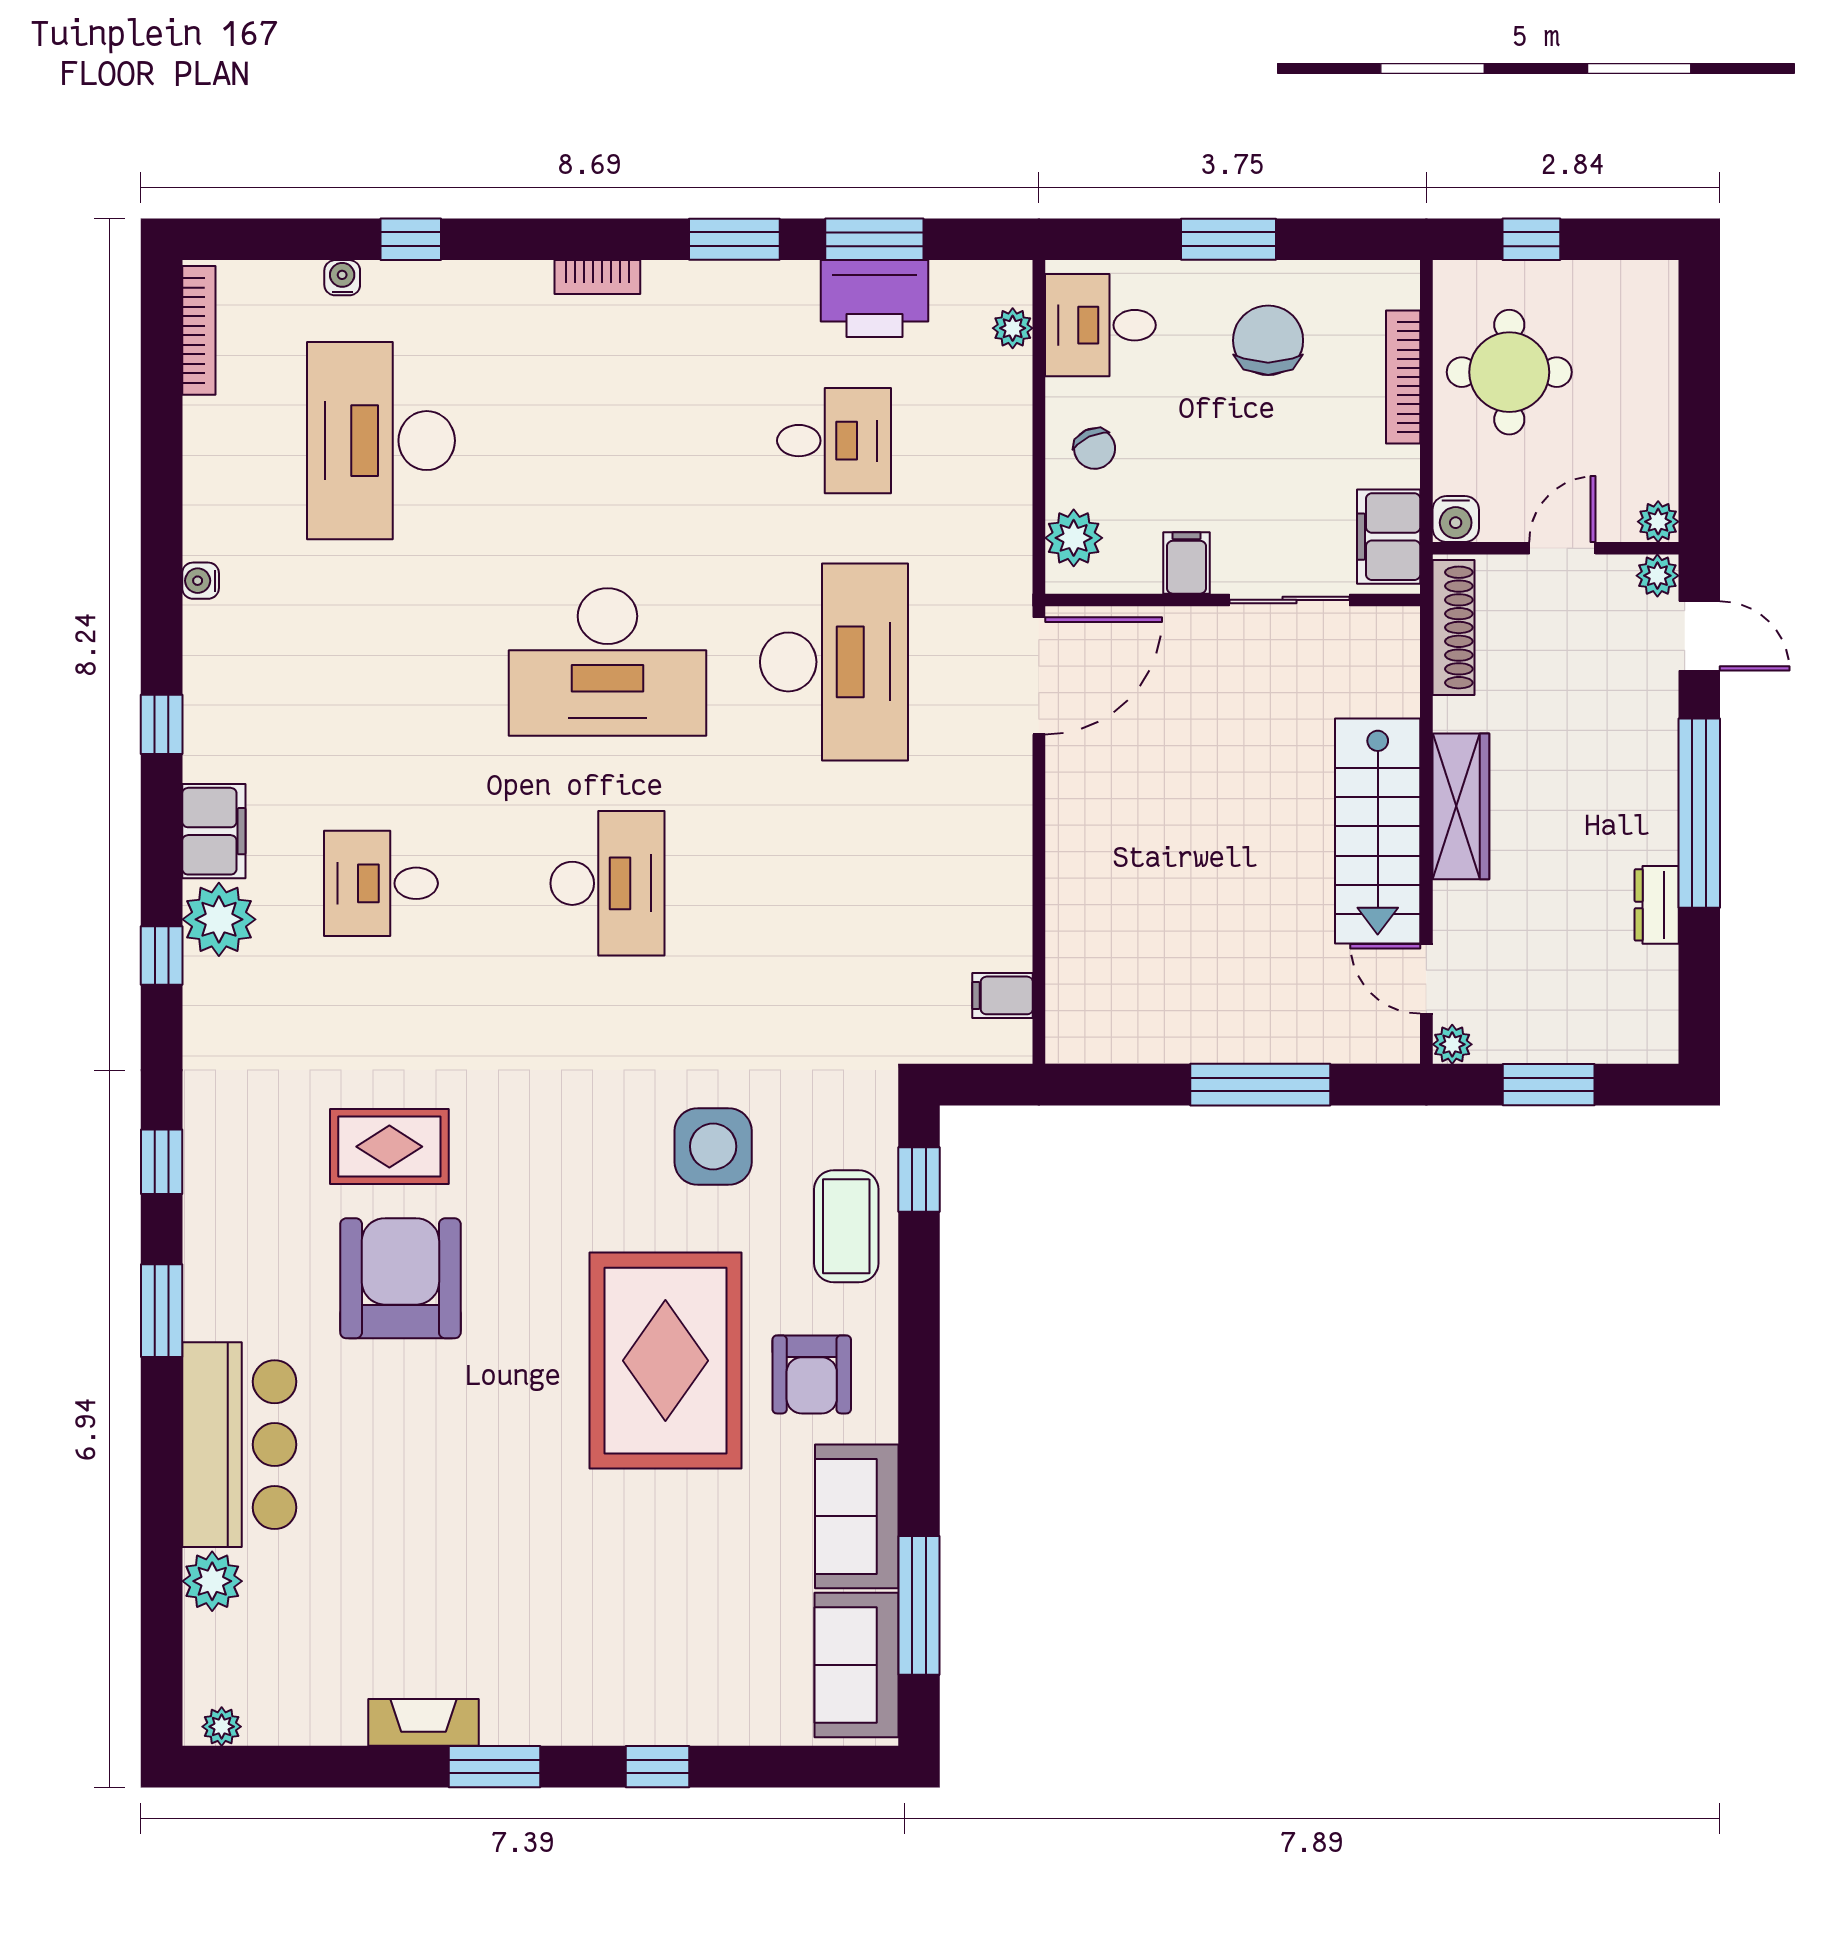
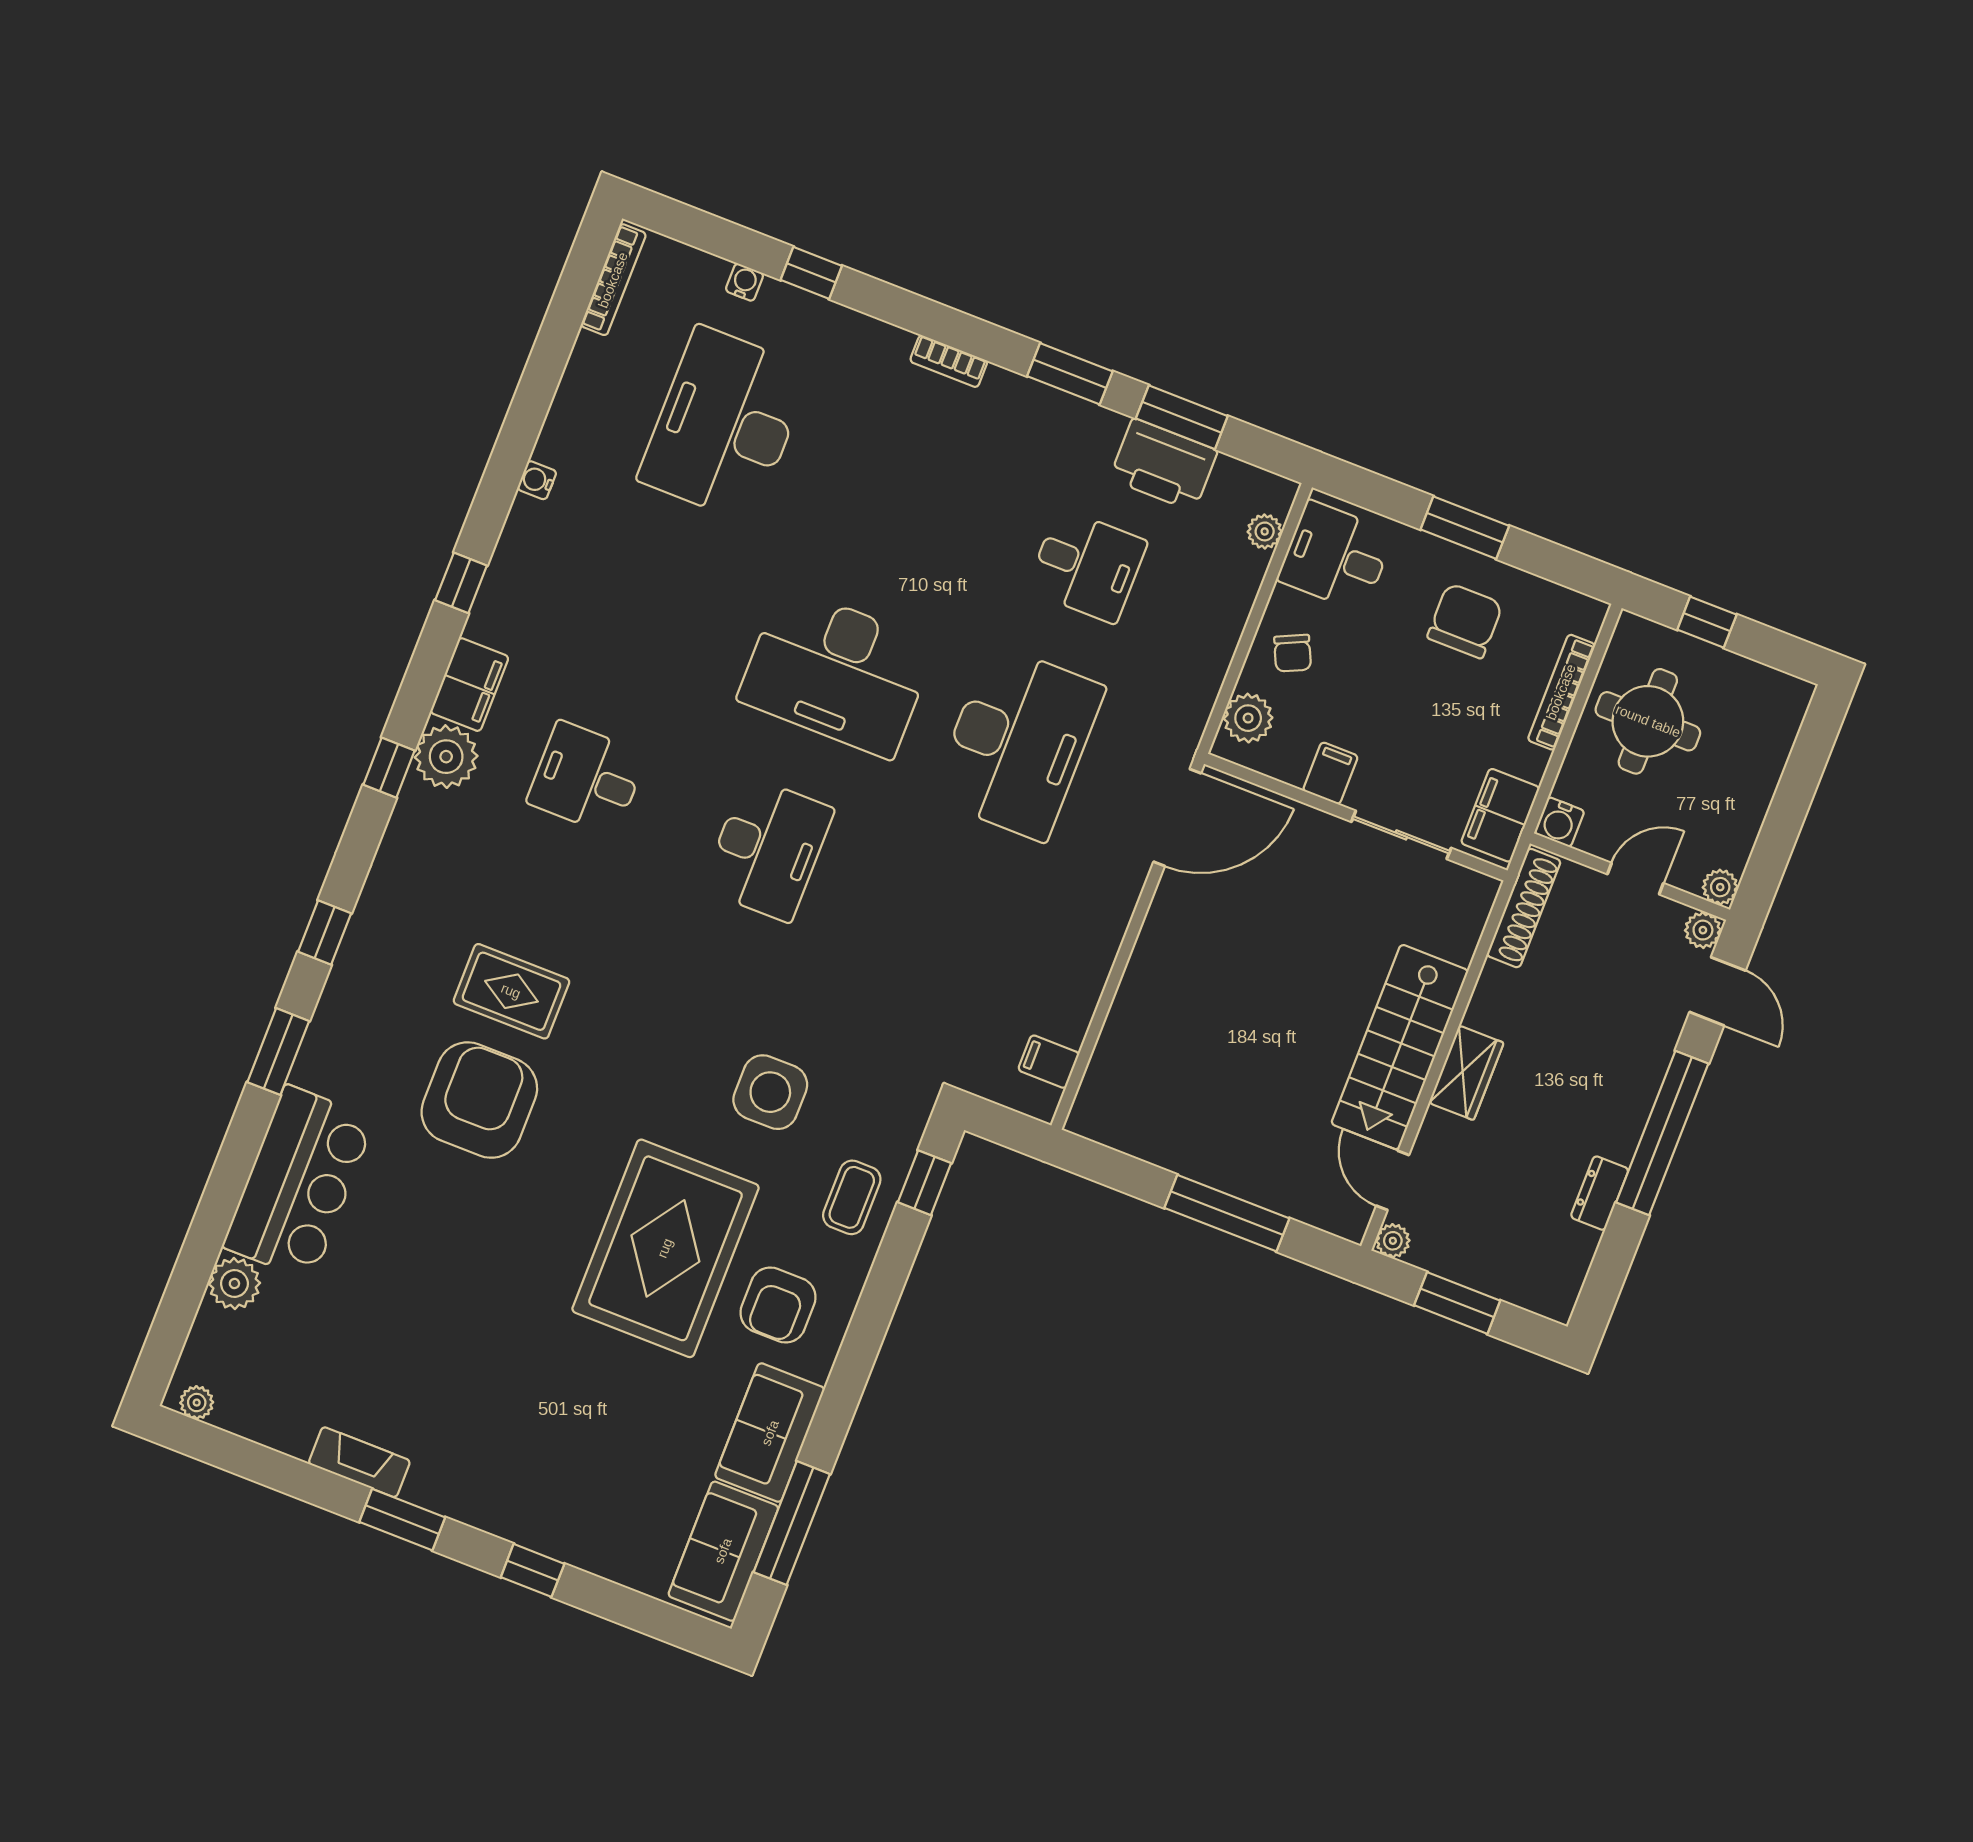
wardrobe: (1461, 806) -> (1466, 1073), width x0.67
coffee table: (846, 1226) -> (852, 1197), width x0.73, depth x0.77

